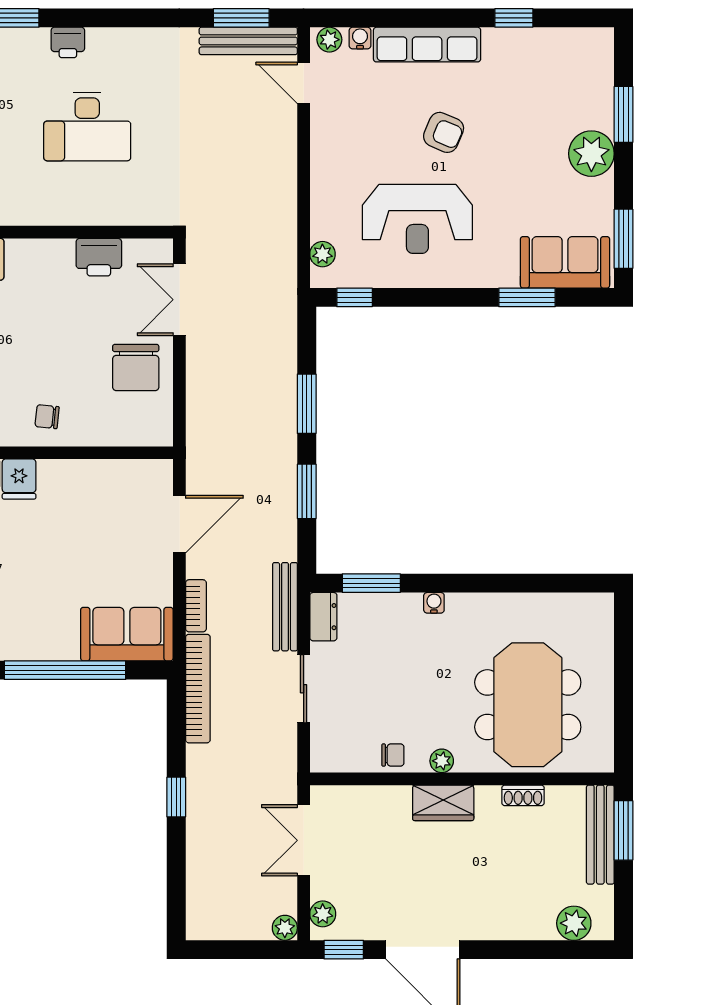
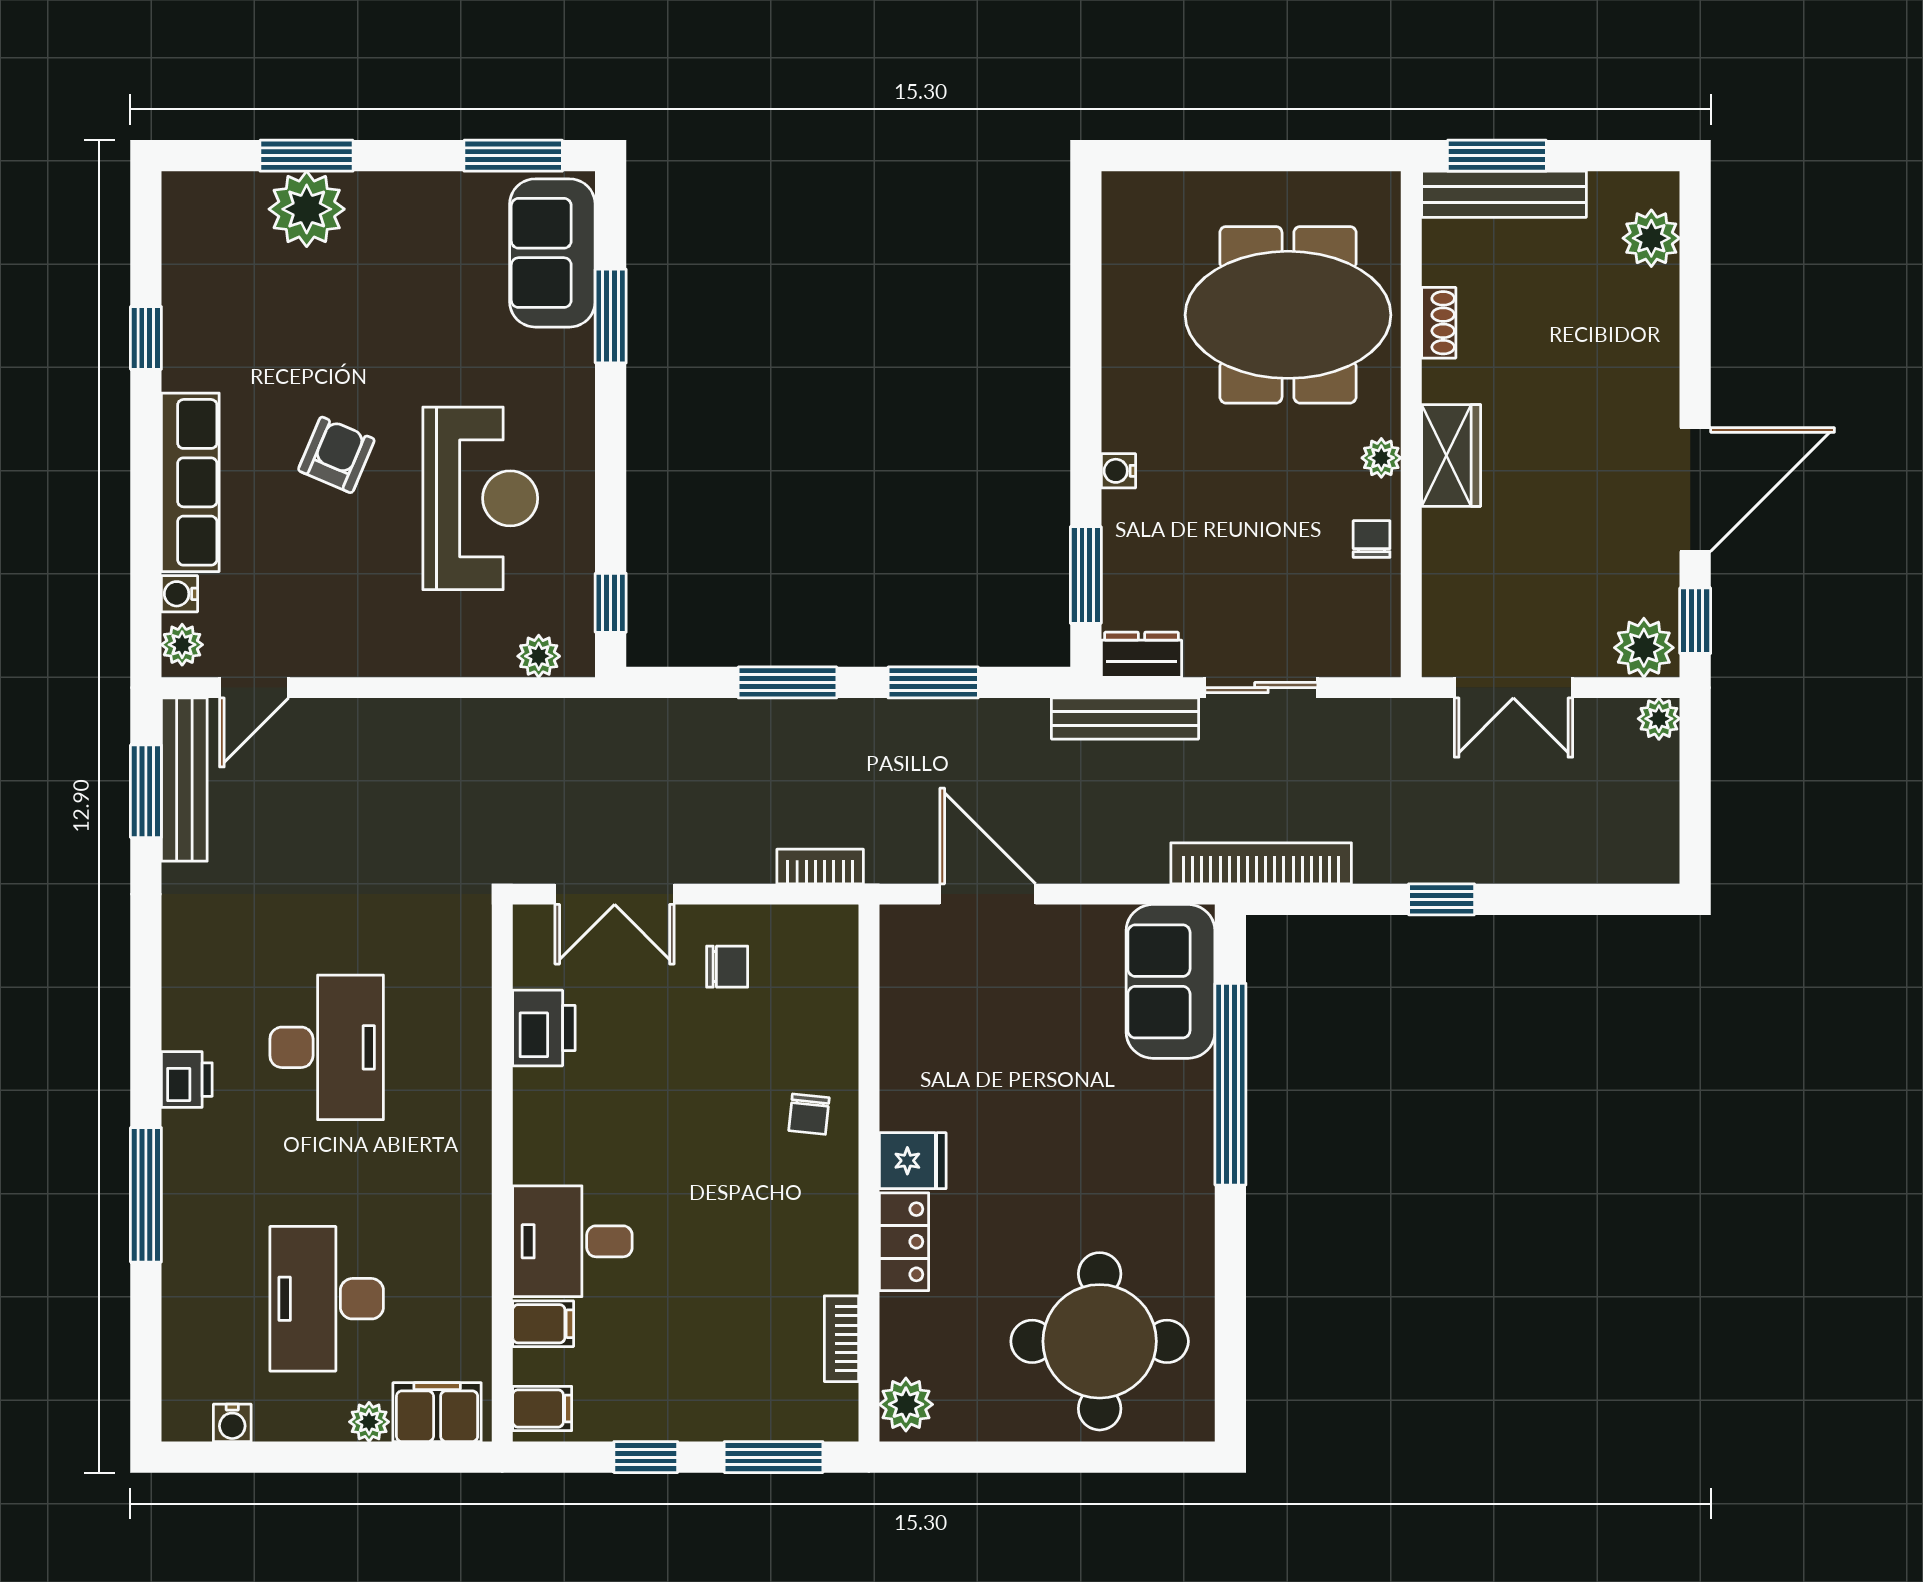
plant: (591, 154) -> (307, 209), moved
chair: (136, 367) -> (727, 967), width x0.54, depth x0.54
bookcase: (196, 606) -> (820, 867), moved
plant: (323, 914) -> (1644, 648), width x1.38, depth x1.38

